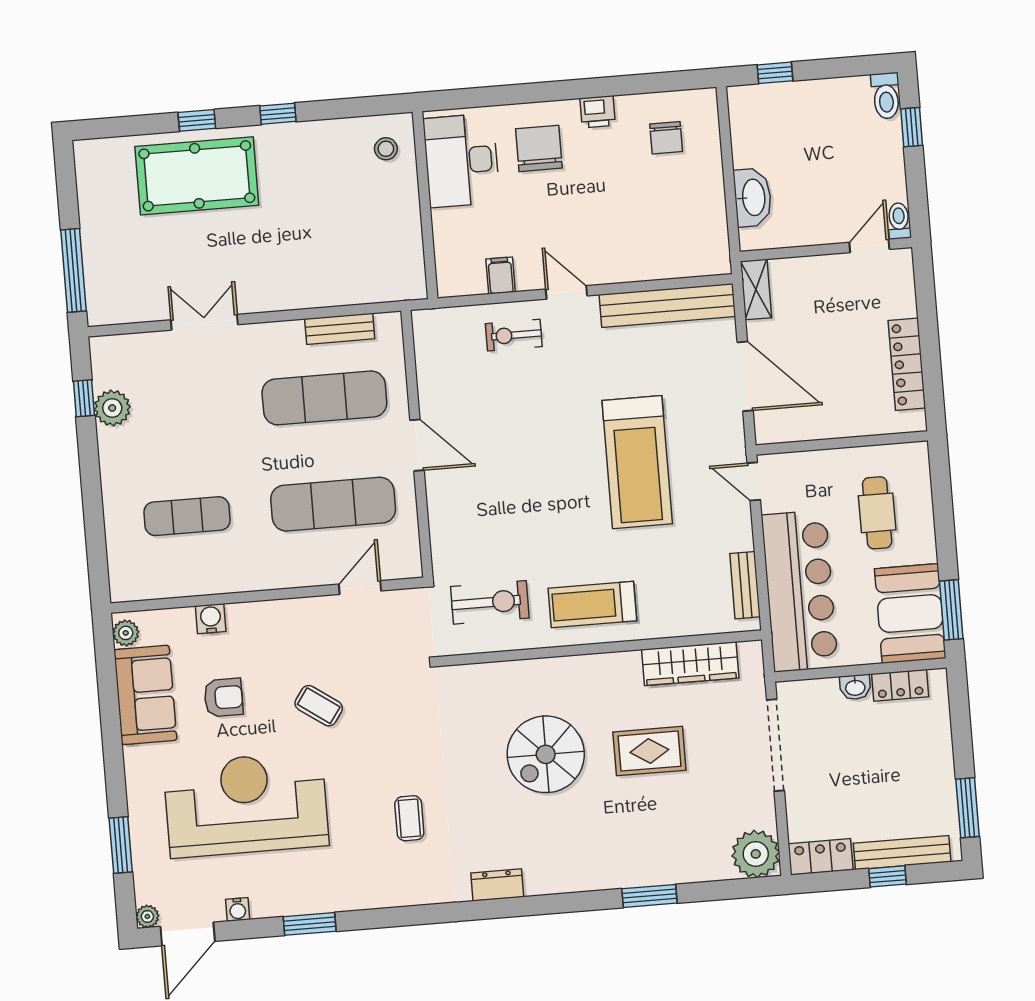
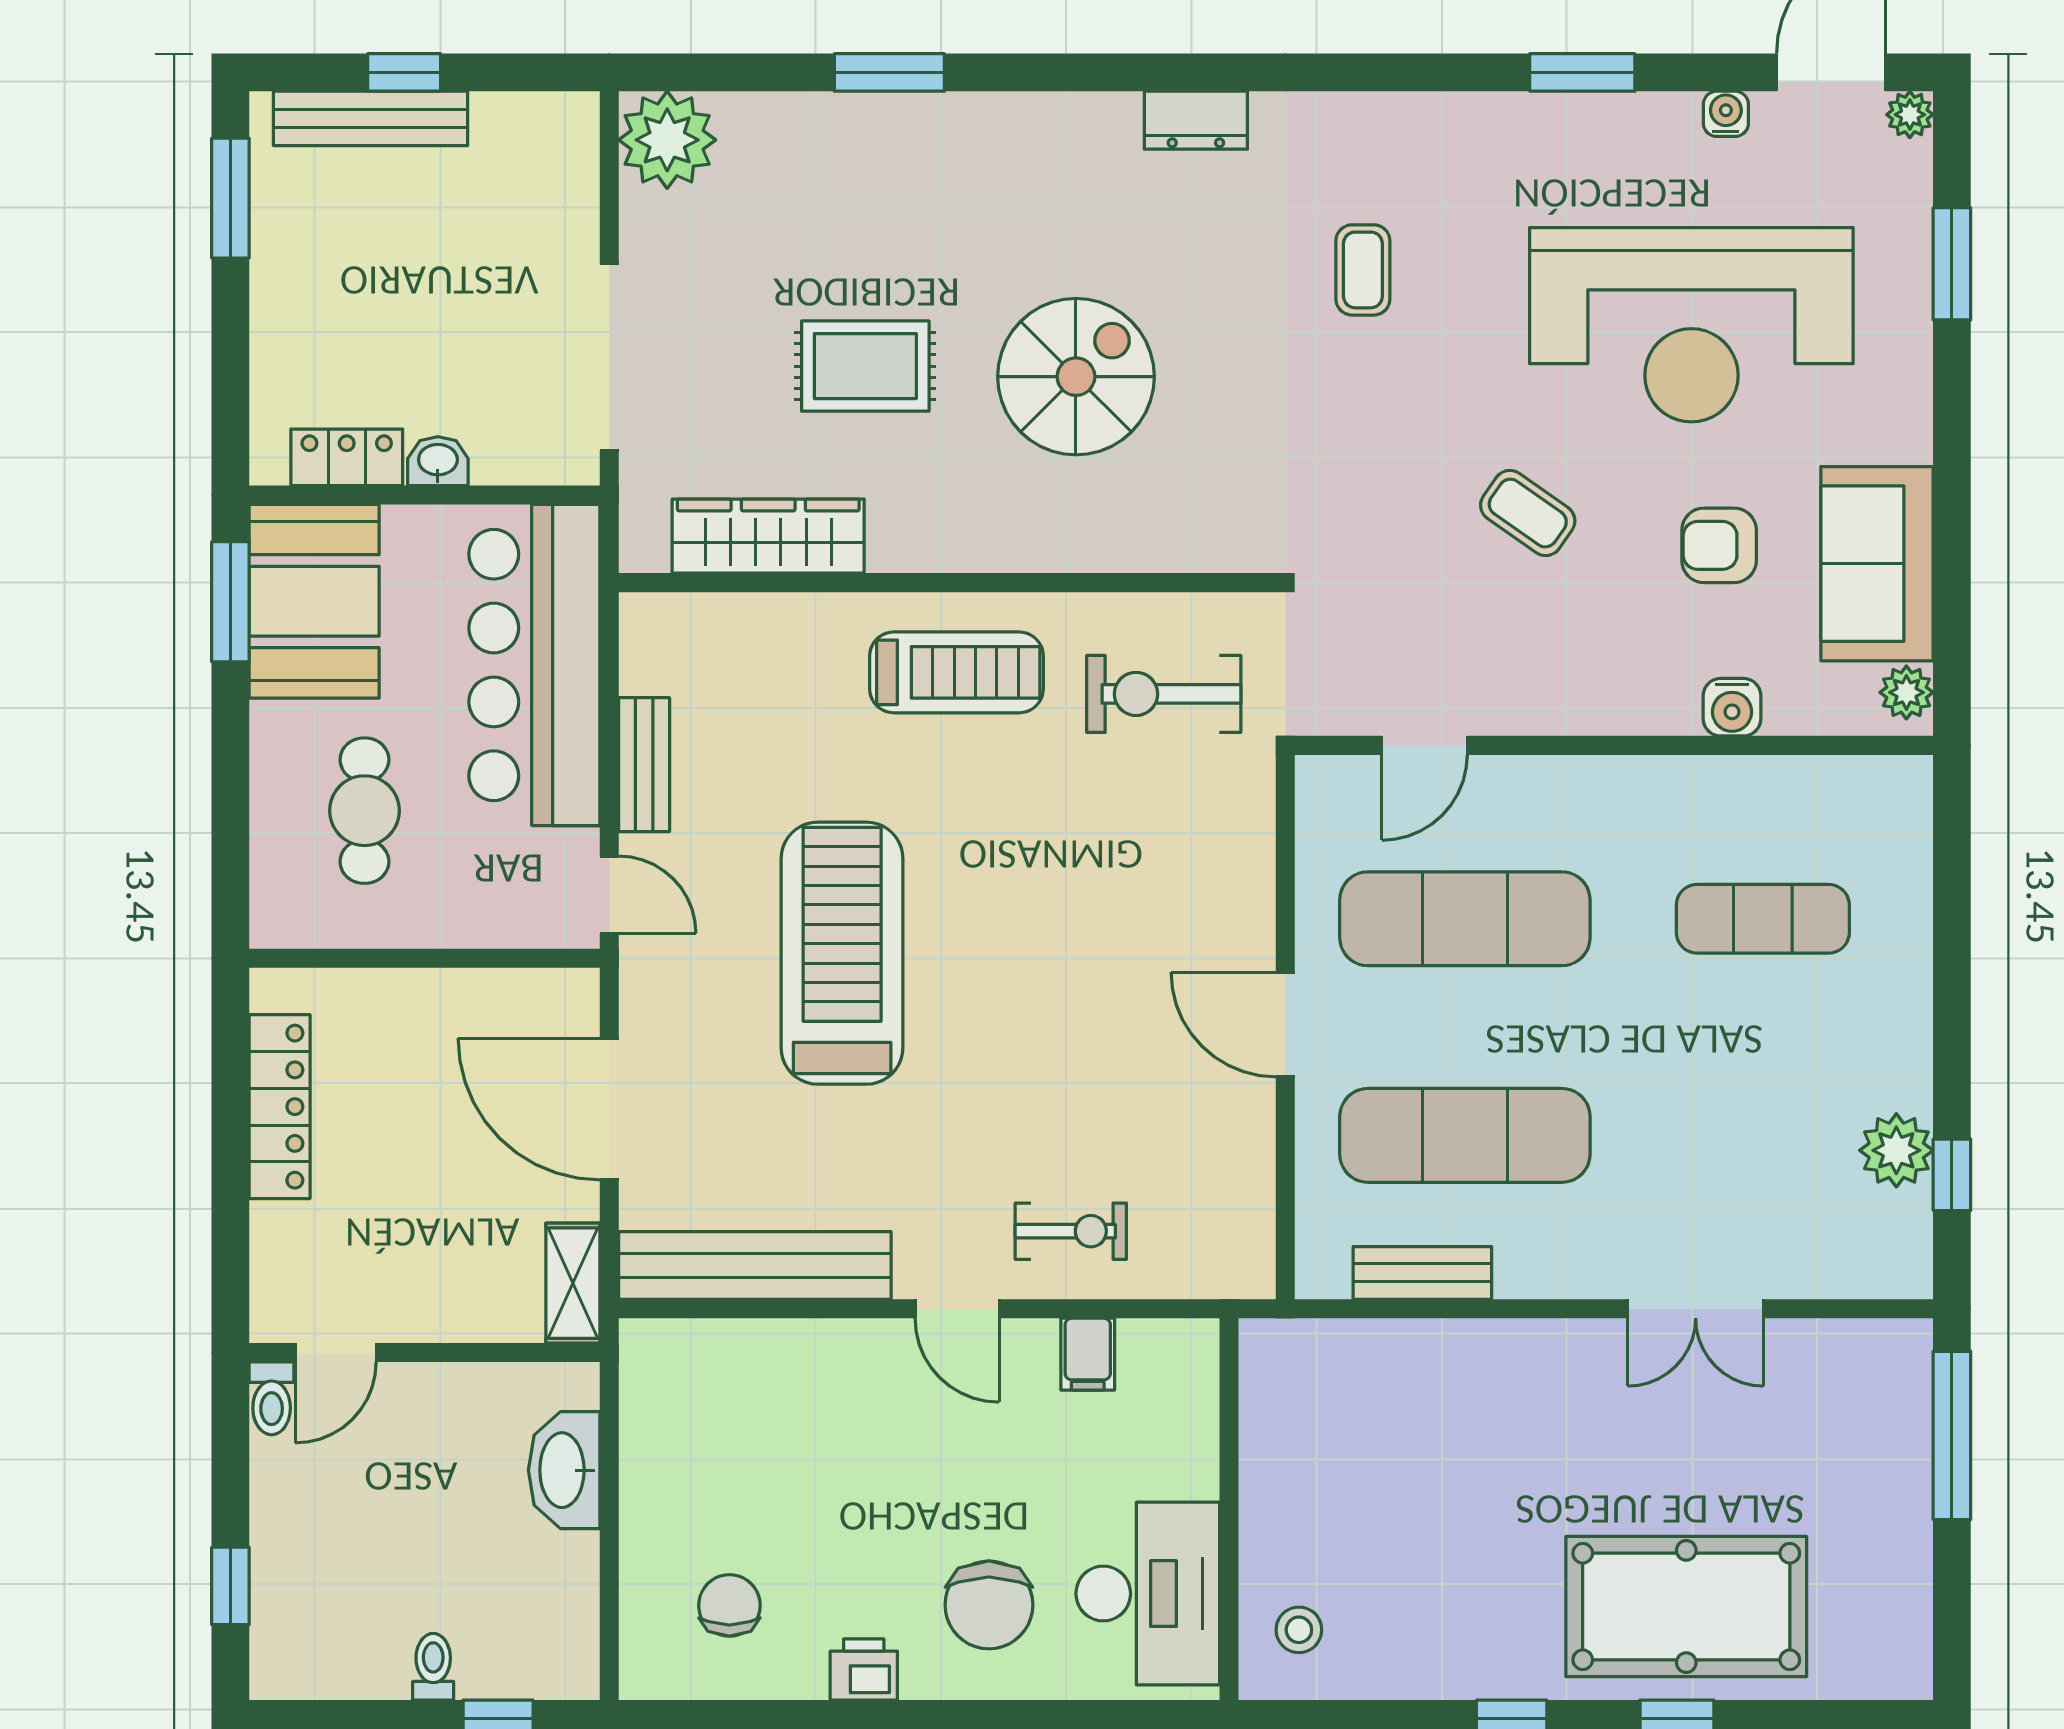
toilet: (886, 96) -> (433, 1667), moved, width x0.73, depth x0.72
bench: (745, 585) -> (644, 765), moved
locker: (821, 857) -> (536, 123), removed

